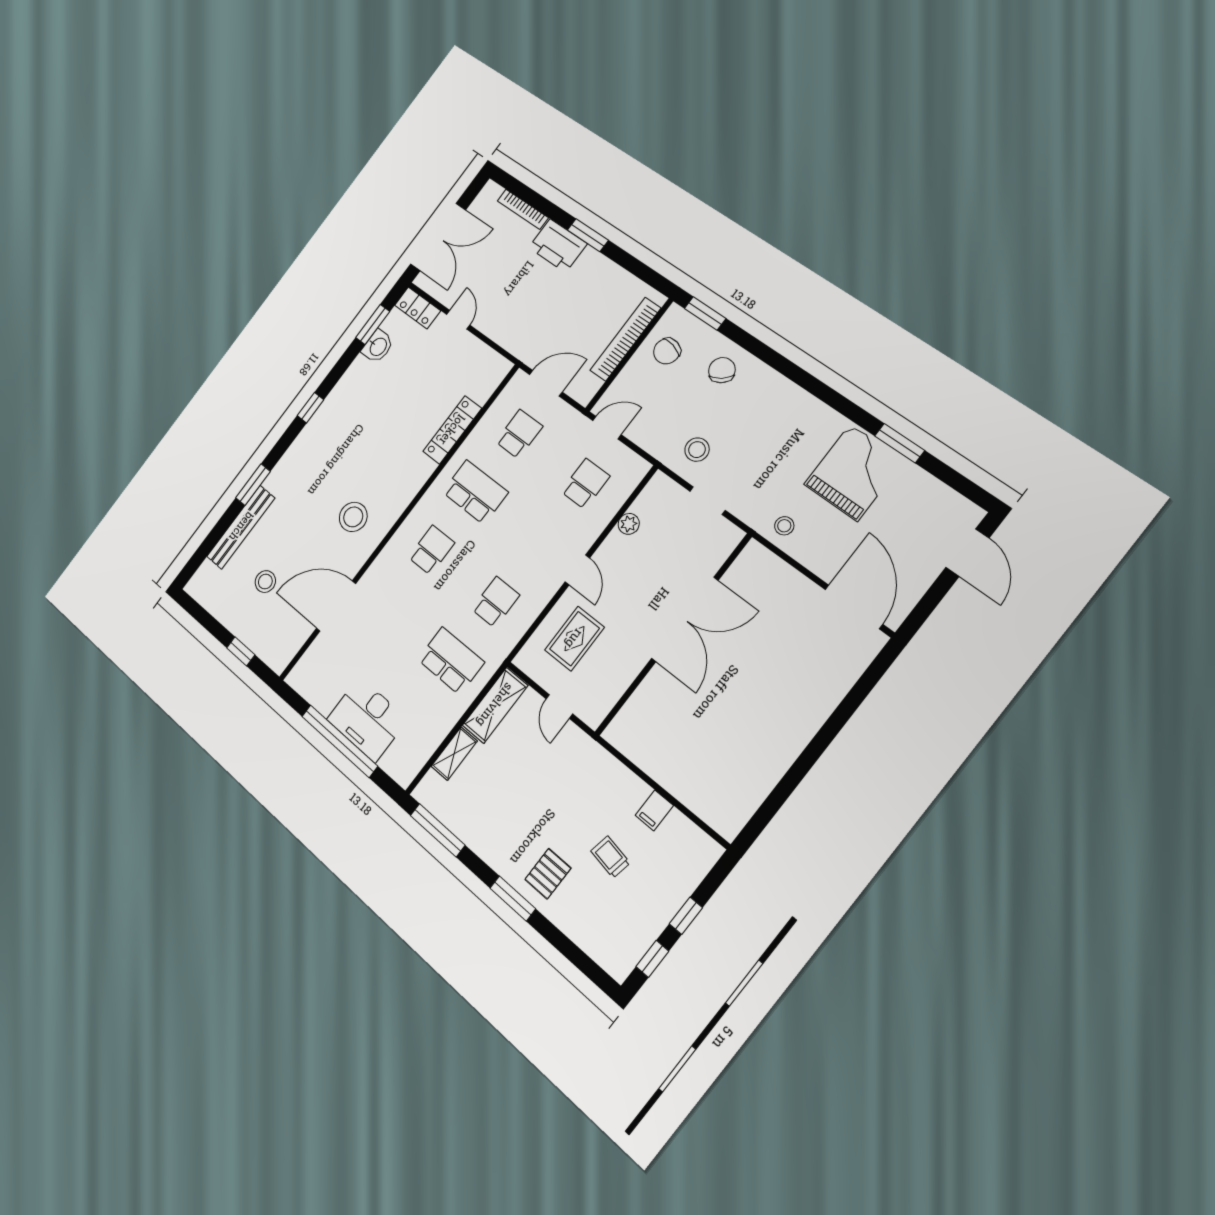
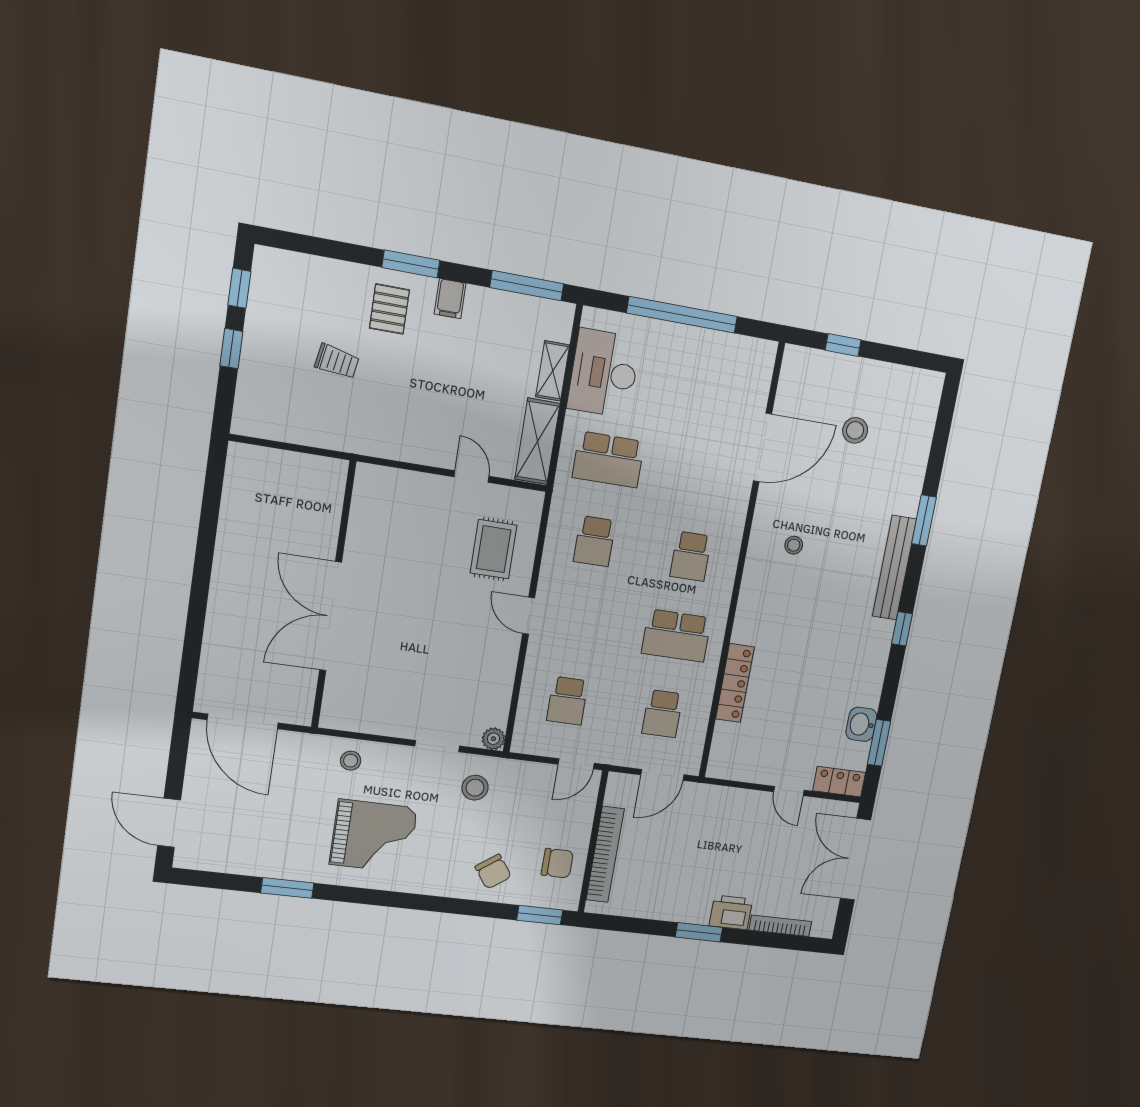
printer: (558, 246) -> (731, 912), width x0.73, depth x0.84
chair: (667, 351) -> (557, 863), turned 77
grand piano: (854, 473) -> (373, 836), moved, turned -90
stool: (353, 517) -> (794, 545), width x0.53, depth x0.53
plant: (629, 524) -> (493, 739), moved
bench: (241, 527) -> (894, 568), moved
double door: (685, 619) -> (331, 616), moved
wall: (673, 635) -> (334, 596), moved
desk: (367, 719) -> (604, 373), moved, turned -90
filing cabinet: (654, 810) -> (450, 299), moved, turned 180

